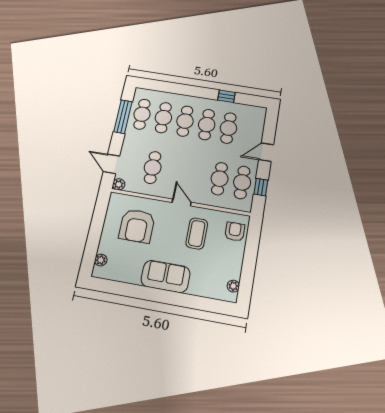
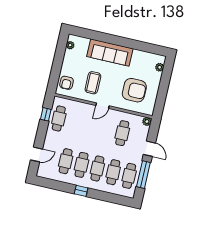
window: (226, 96) -> (81, 191), moved
door: (266, 152) -> (36, 154), moved
door: (112, 164) -> (149, 149), moved
cafe table: (220, 179) -> (75, 122), removed
door: (182, 202) -> (102, 106), hinge flipped
armchair: (137, 226) -> (134, 90), turned 90
sofa: (166, 276) -> (110, 53), width x1.36

